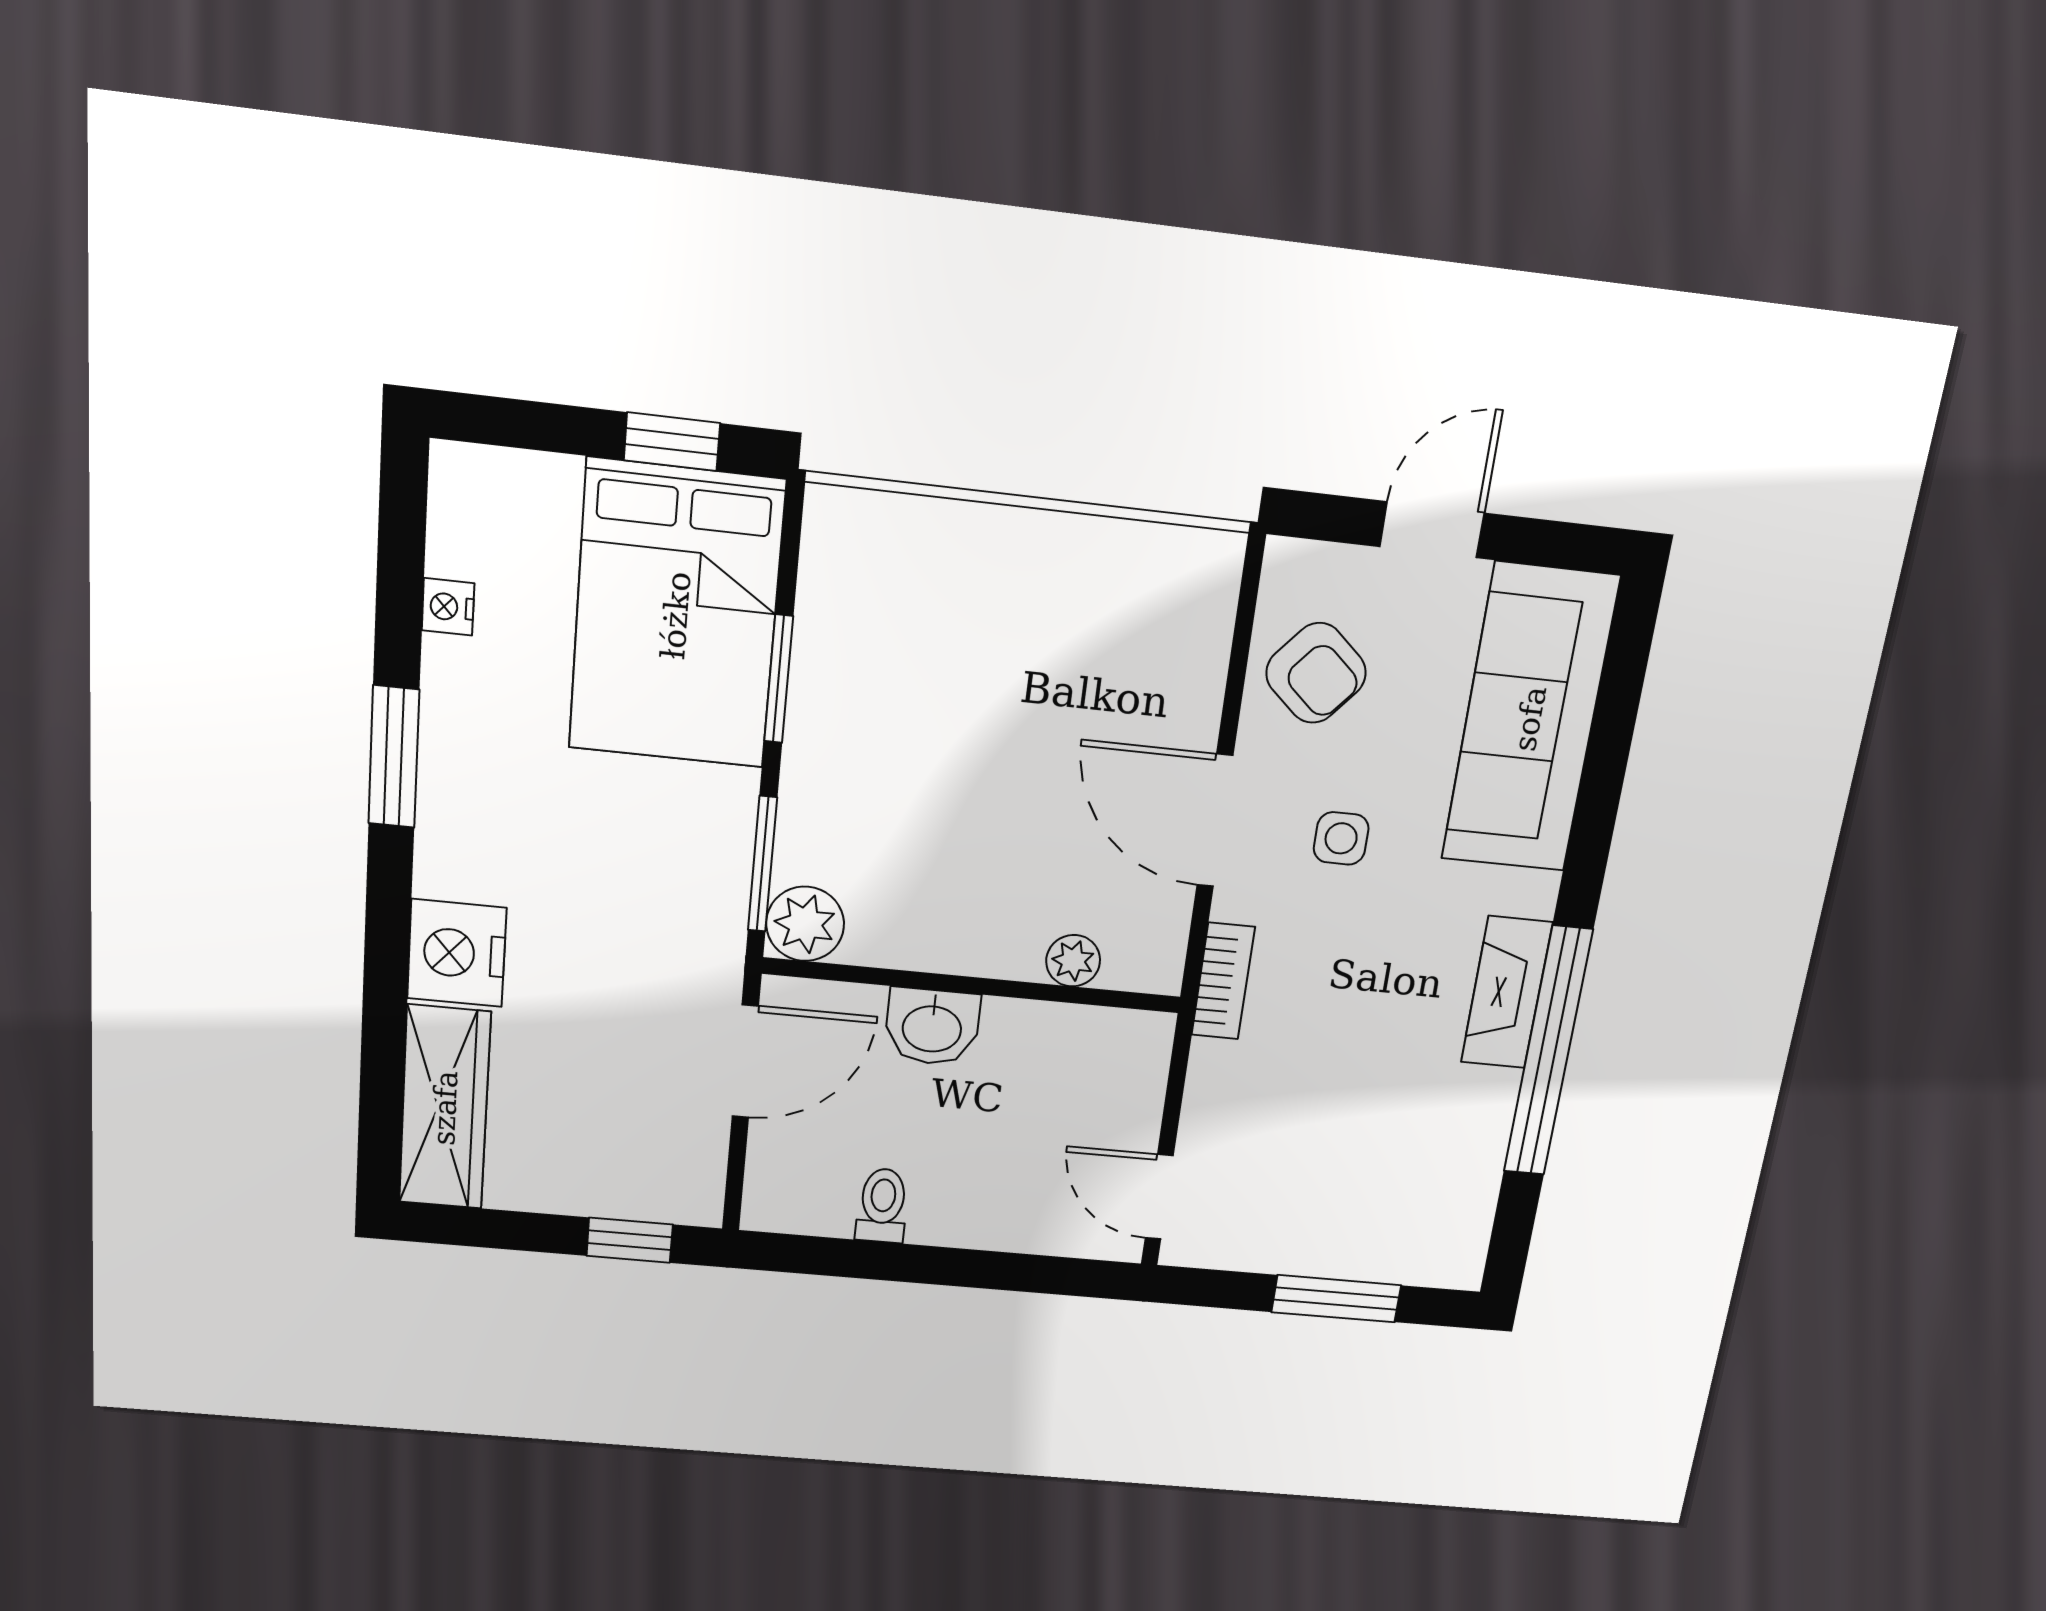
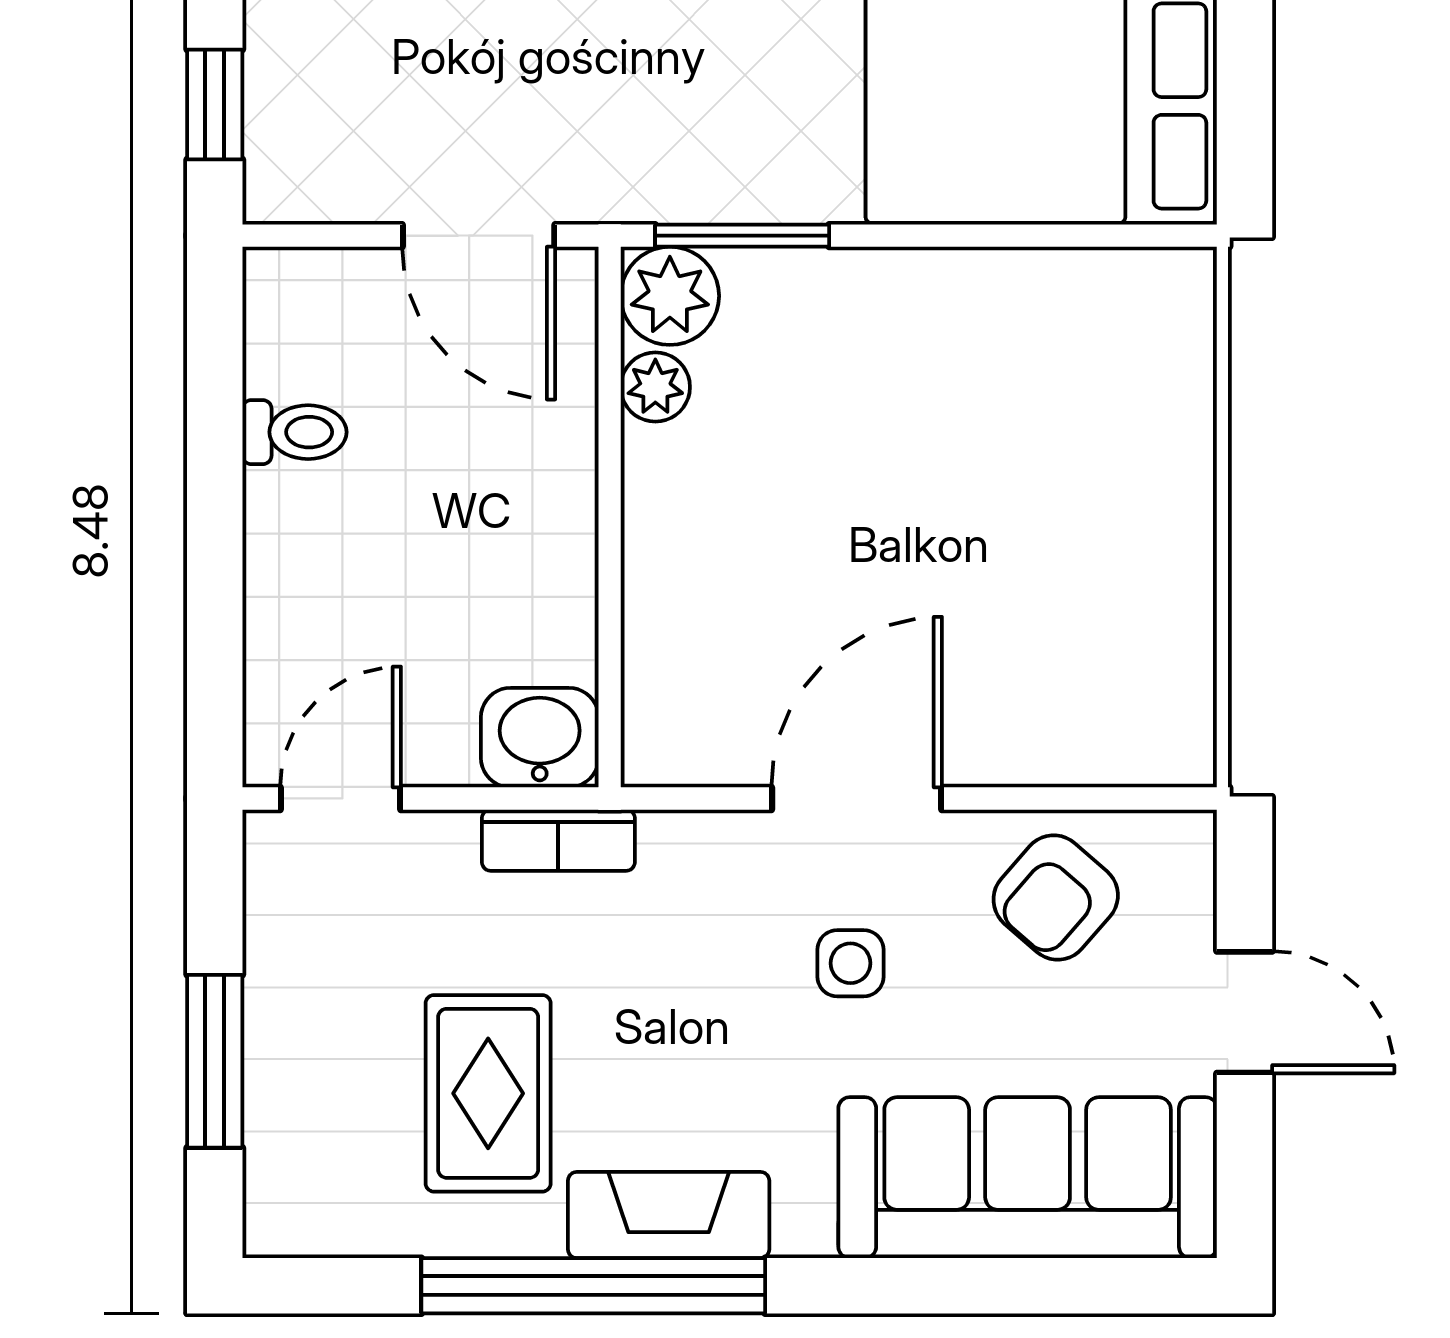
window: (672, 442) -> (1244, 86), removed
window: (779, 679) -> (977, 236), removed
plant: (1073, 961) -> (655, 387), moved
bookcase: (1223, 981) -> (558, 840), moved
washbasin: (932, 1027) -> (540, 738), moved, turned 90
rug: (1393, 1113) -> (488, 1093), added

